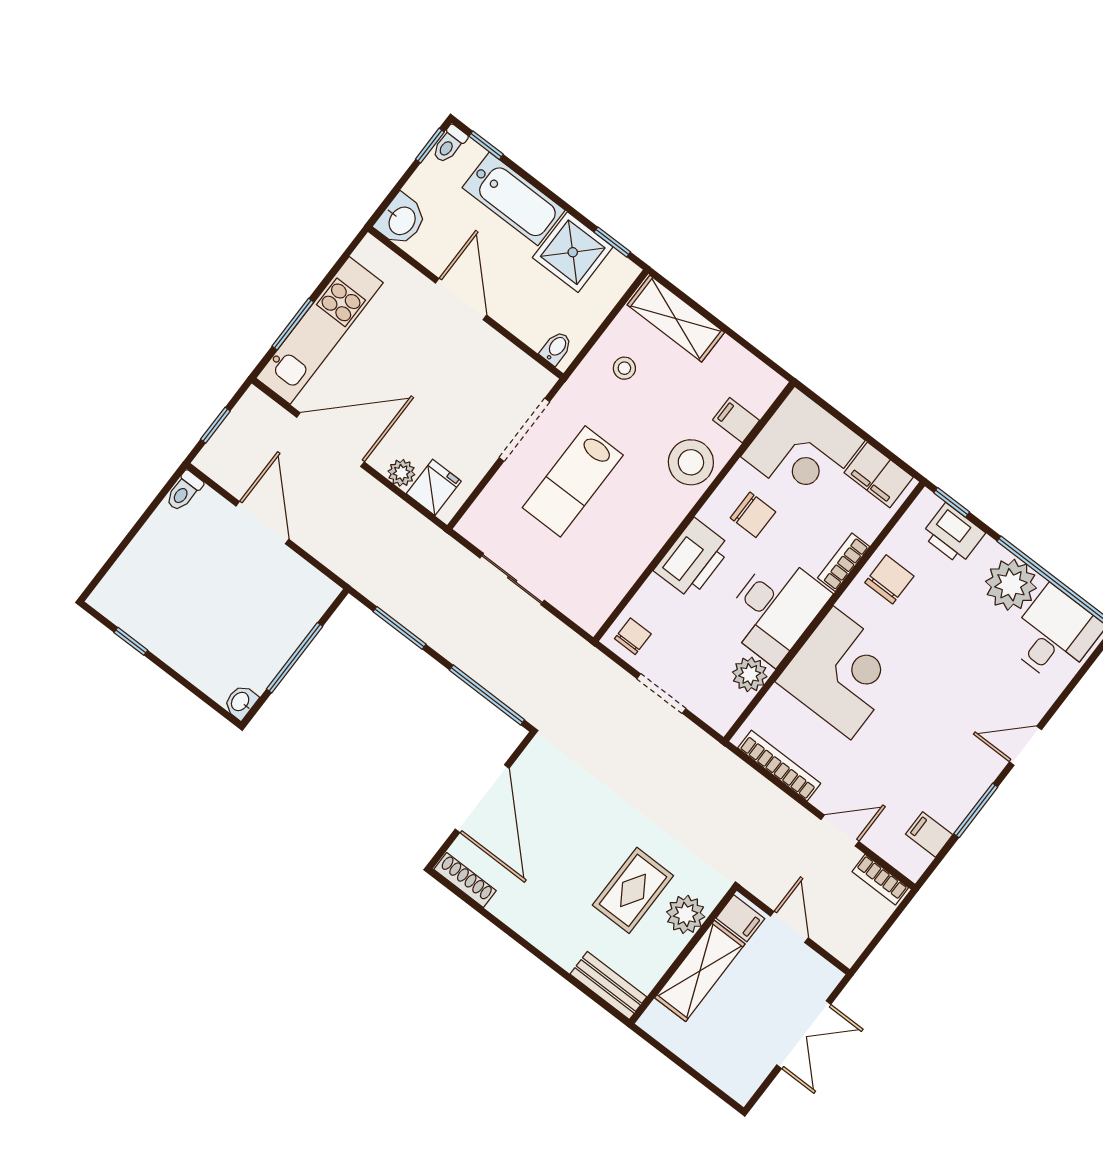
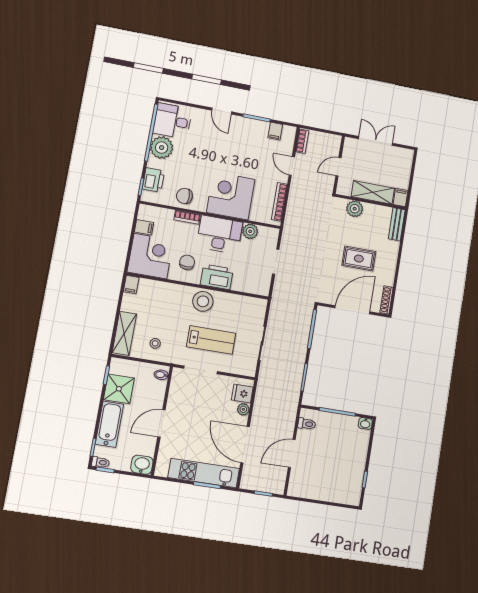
filing cabinet: (736, 420) -> (131, 285), moved
stool: (691, 462) -> (203, 301), moved
filing cabinet: (879, 475) -> (144, 227), width x0.50
toilet: (184, 491) -> (307, 424), moved
chair: (633, 636) -> (259, 284), removed
rug: (633, 890) -> (359, 259), moved
filing cabinet: (740, 918) -> (400, 198), moved

